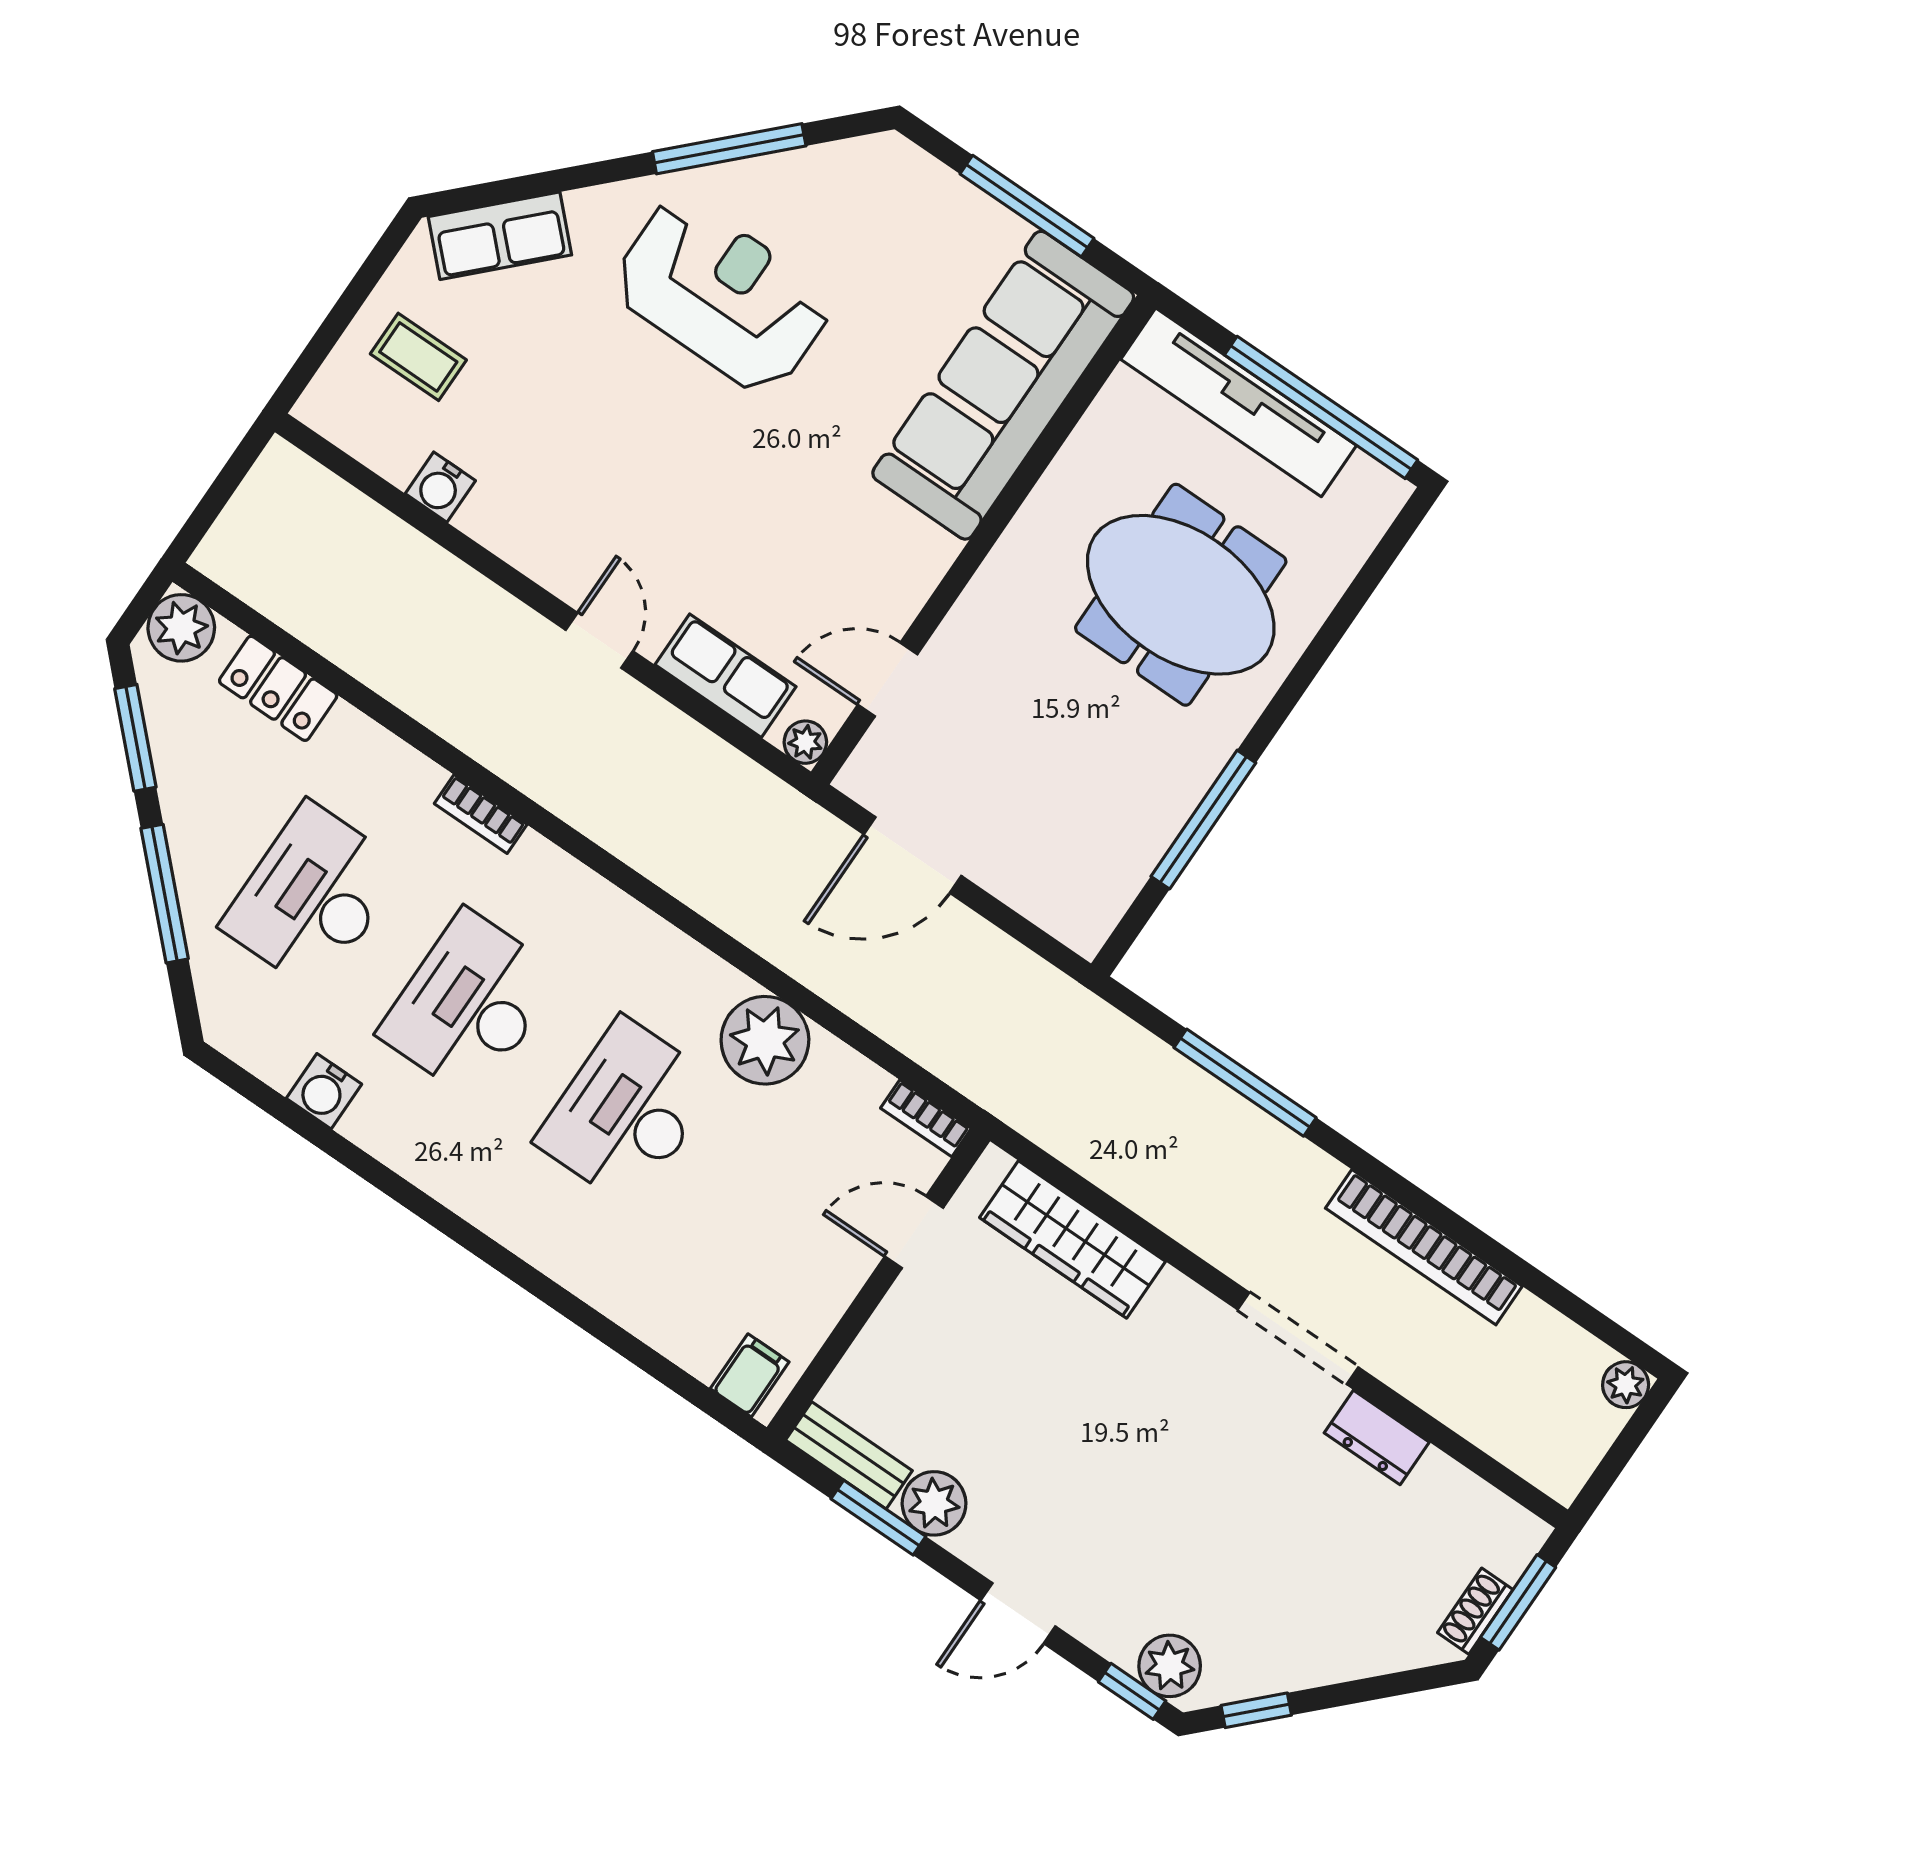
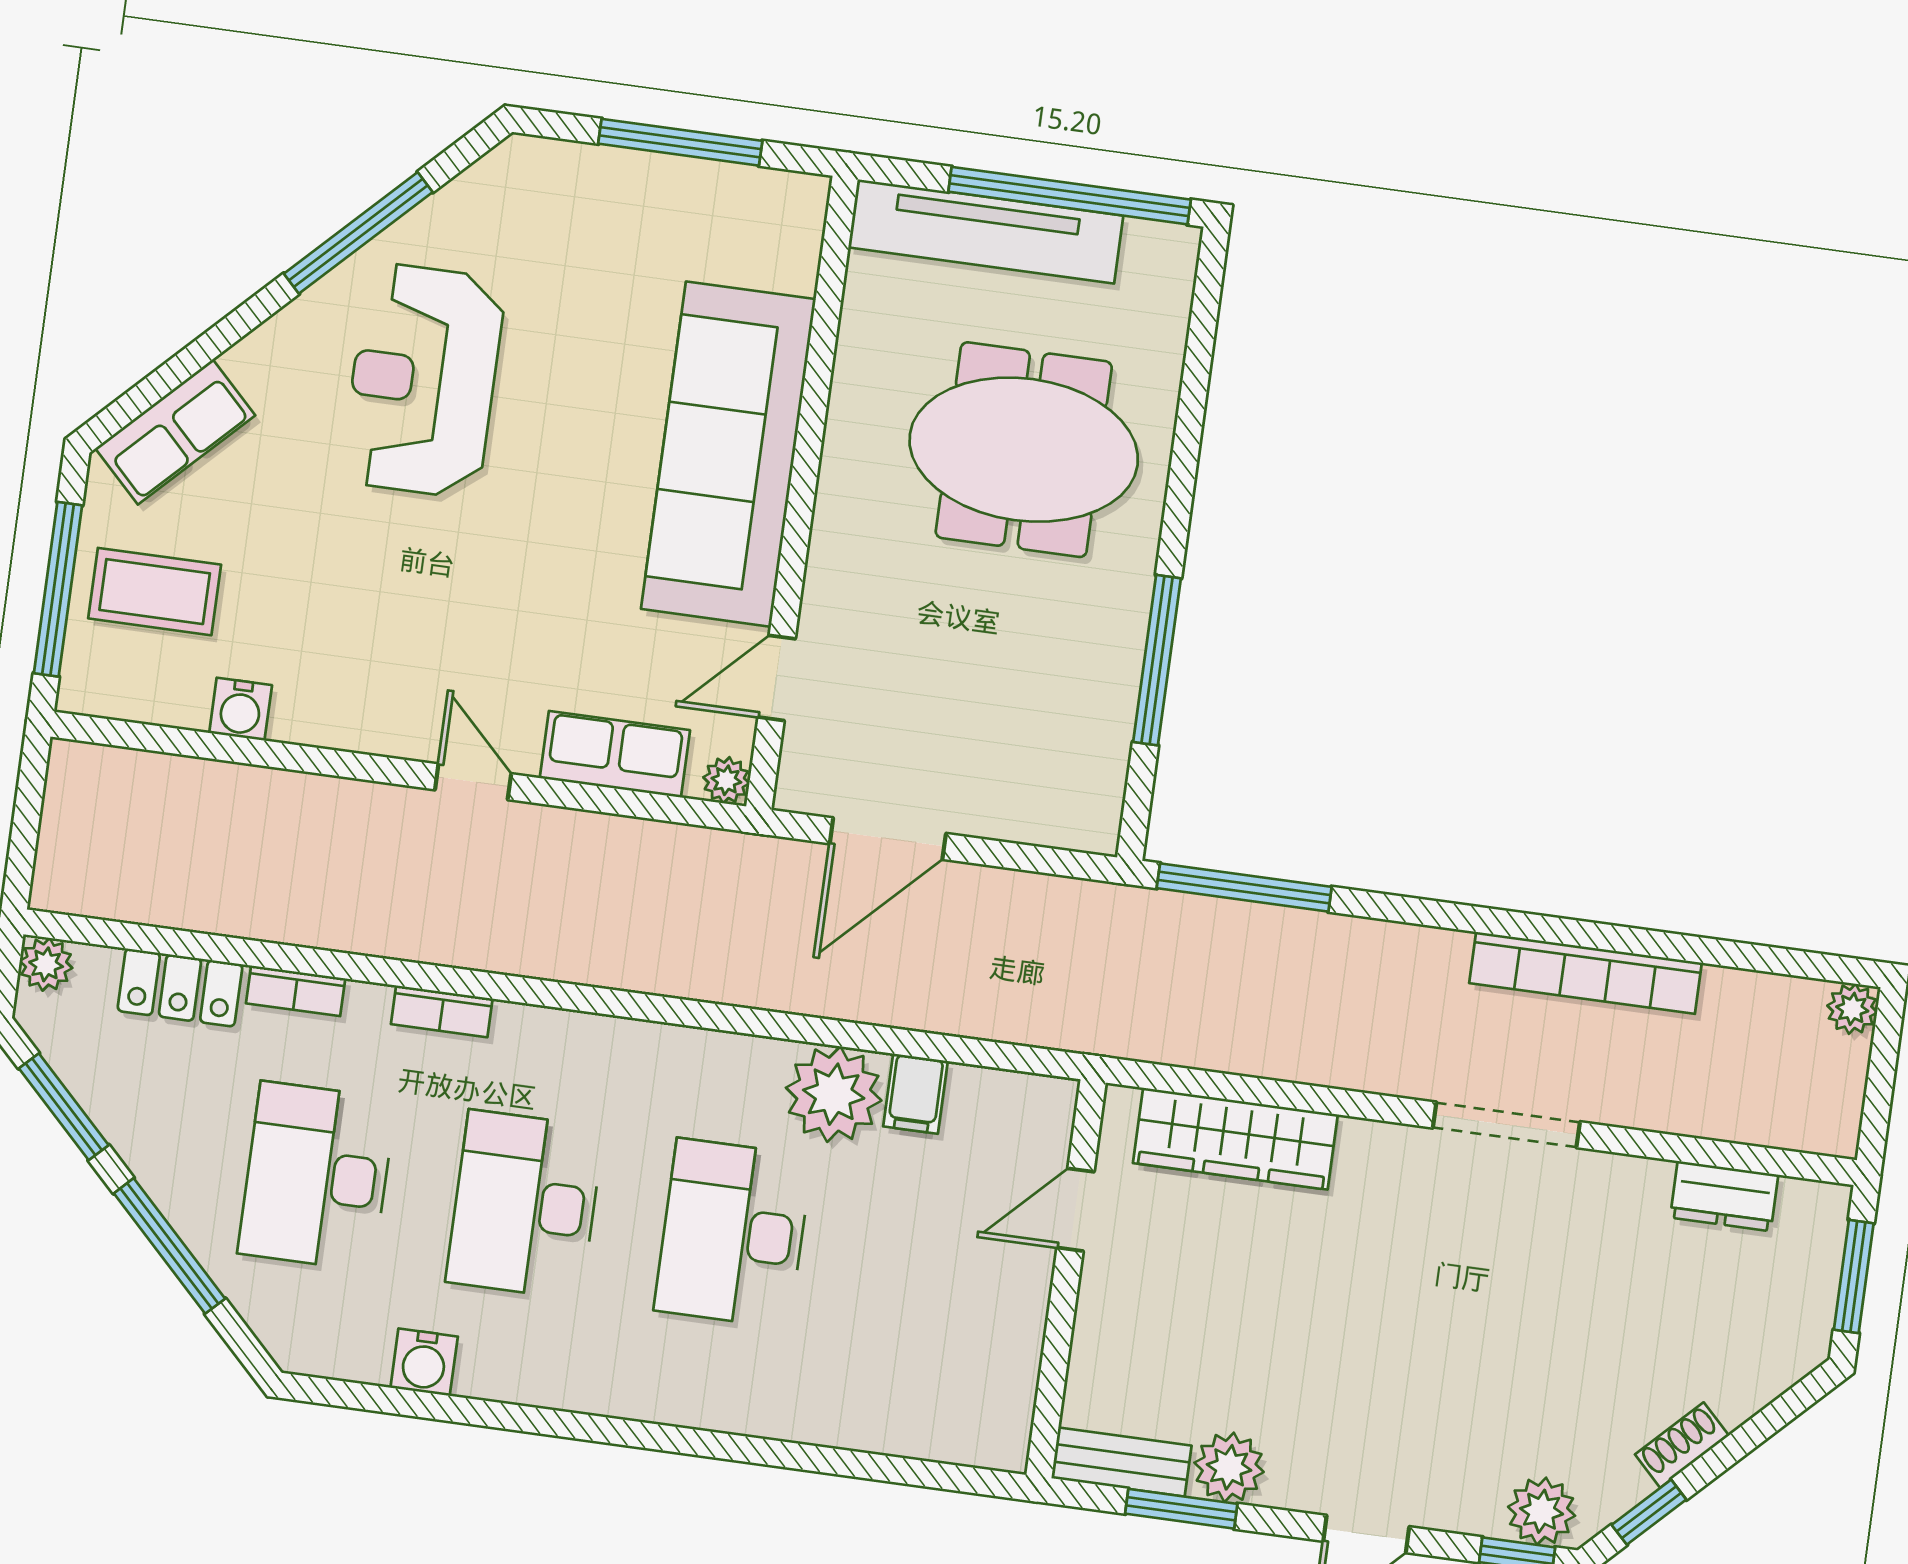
reception desk: (722, 295) -> (423, 380), turned -90
window: (341, 316) -> (58, 589), added
coffee table: (418, 357) -> (155, 592), width x1.36, depth x1.30
sofa: (1003, 385) -> (728, 454), moved
plant: (181, 628) -> (46, 964), width x0.73, depth x0.73
window: (1245, 1083) -> (1244, 887), moved
bookcase: (926, 1118) -> (296, 991), moved
filing cabinet: (750, 1375) -> (915, 1094), moved, turned 180
dresser: (1377, 1437) -> (1724, 1196), moved
shoe rack: (1475, 1611) -> (1682, 1445), moved, turned 45

